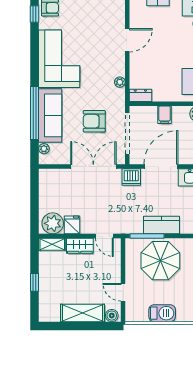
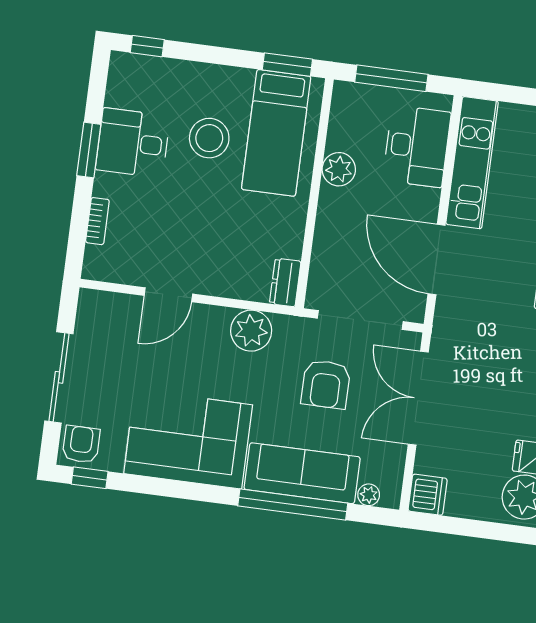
door: (127, 40) -> (168, 295), swing flipped
plant: (120, 82) -> (251, 331), width x1.88, depth x1.88
filing cabinet: (165, 115) -> (331, 238), removed
dishwasher: (131, 177) -> (428, 495), moved

